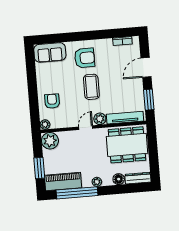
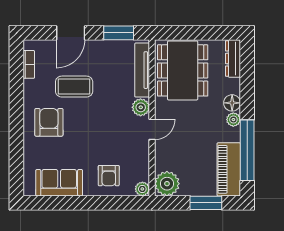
sofa: (50, 52) -> (59, 183), moved, turned -90
door: (146, 67) -> (71, 33), hinge flipped
coffee table: (91, 87) -> (74, 87), moved
armchair: (52, 101) -> (109, 176), turned -90
door: (86, 128) -> (152, 129), swing flipped
floor lamp: (119, 179) -> (232, 103), moved

